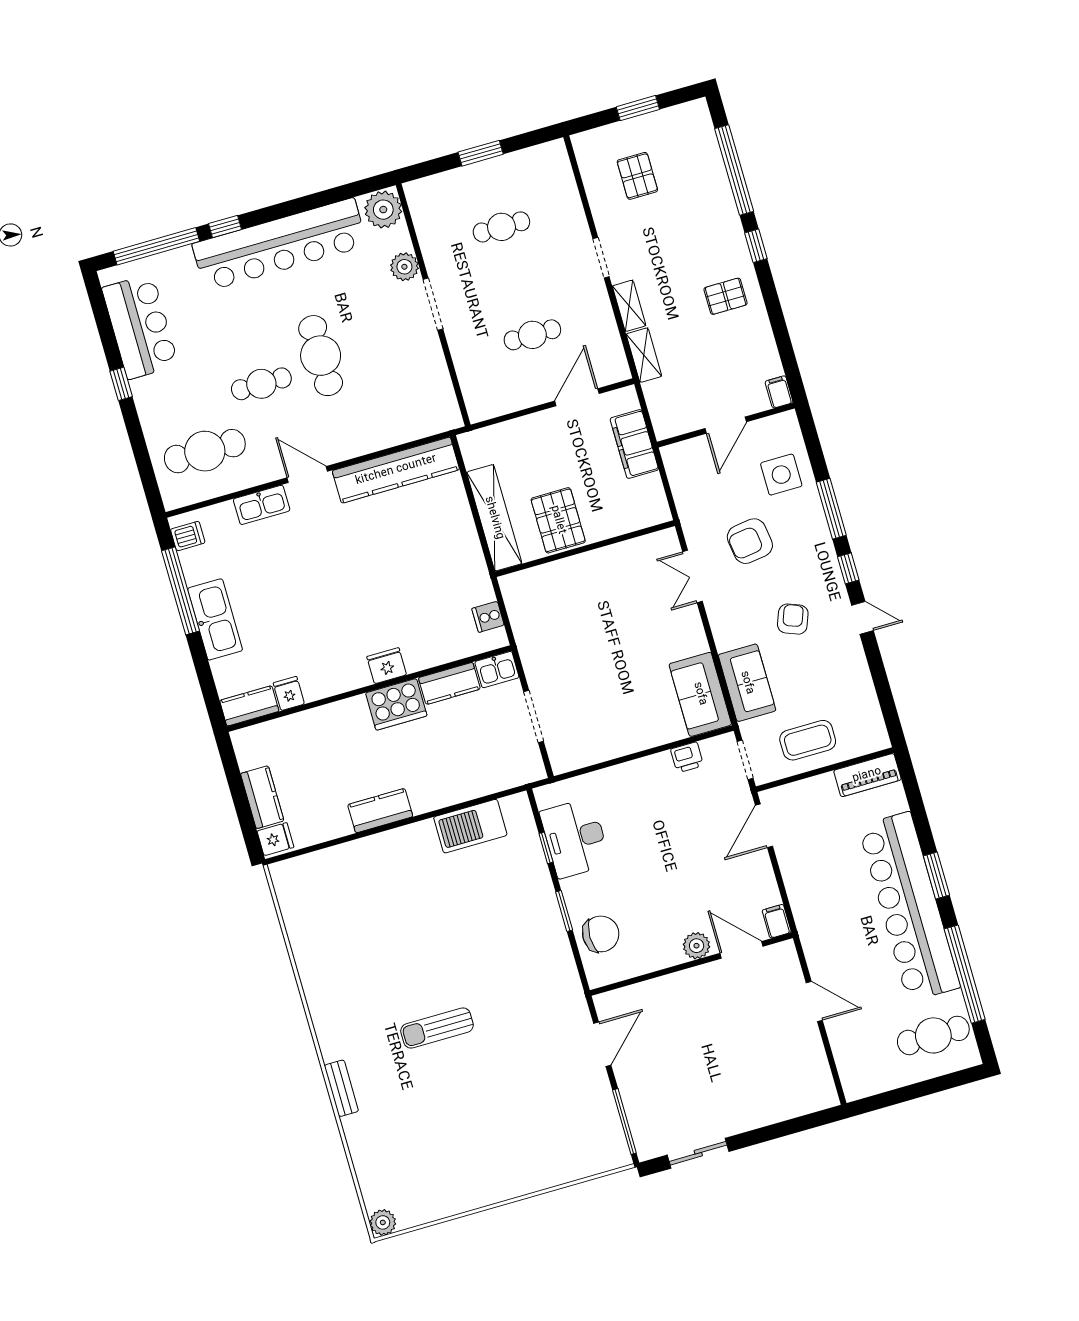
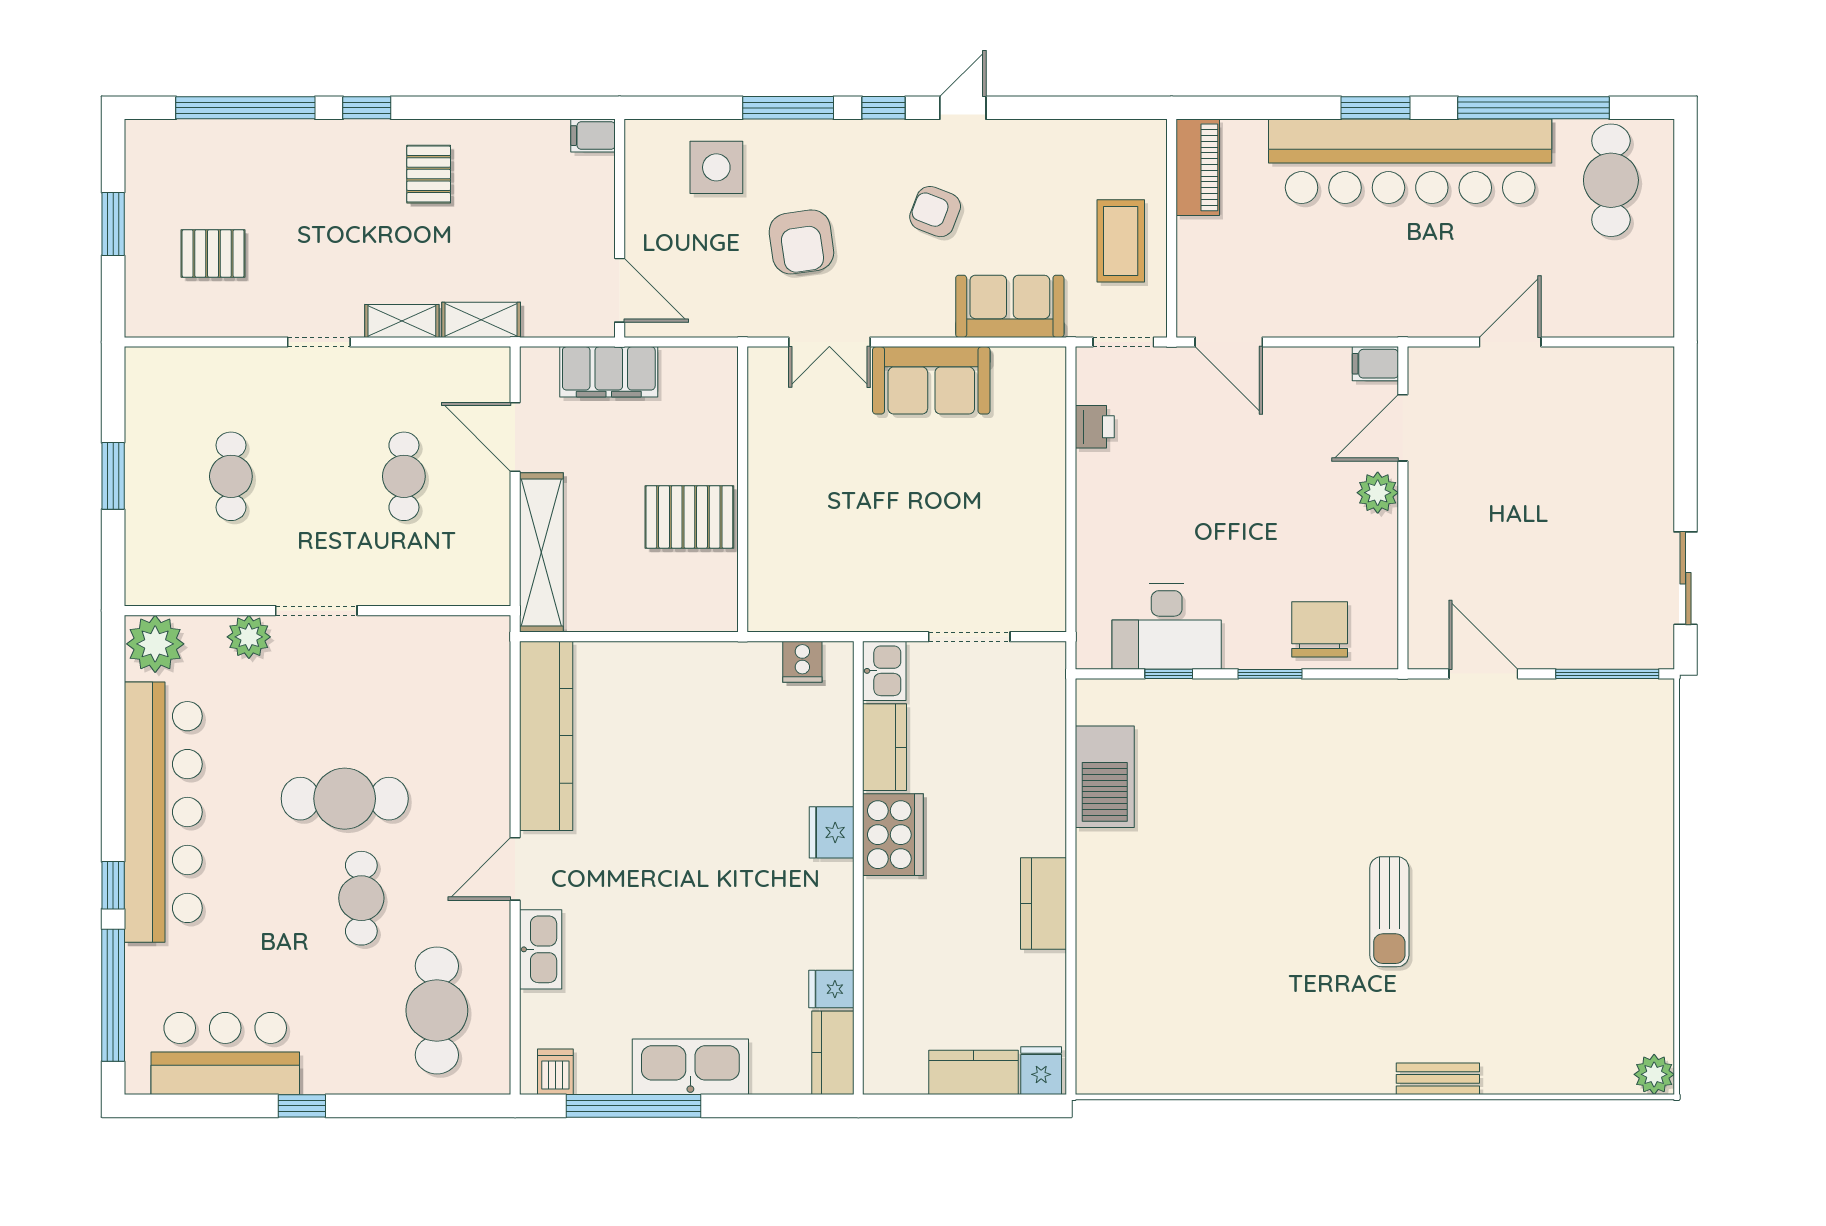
door: (726, 425) -> (620, 290), moved
shelving: (494, 518) -> (541, 552), moved, turned 90
sofa: (700, 694) -> (931, 380), moved

